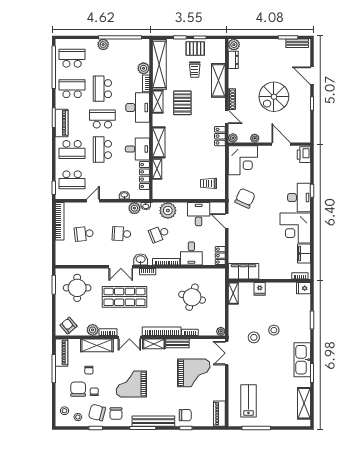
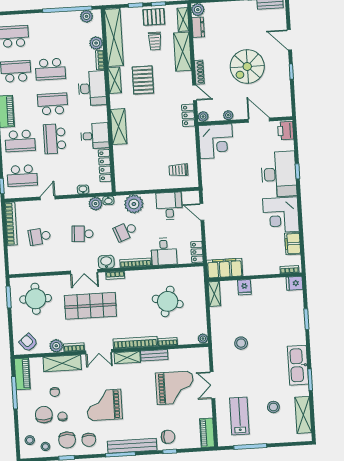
plant: (103, 44) -> (86, 16), moved
school desk: (102, 89) -> (50, 69), turned -90
shelving: (157, 169) -> (183, 19), moved
chair: (245, 198) -> (221, 185), removed
desk: (299, 198) -> (279, 174), width x1.36, depth x1.30
stool: (274, 330) -> (273, 407), moved
double door: (227, 353) -> (212, 385), moved
chair: (97, 413) -> (67, 440), turned -104

